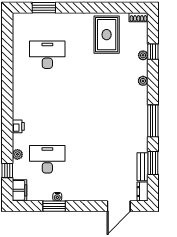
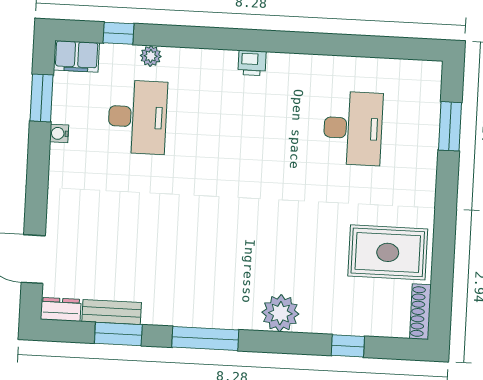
shoe rack: (138, 17) -> (420, 312), width x1.43
plant: (143, 55) -> (341, 325), removed
plant: (143, 81) -> (280, 313), width x1.88, depth x1.88
printer: (18, 126) -> (252, 63), moved
window: (54, 206) -> (42, 98), moved

